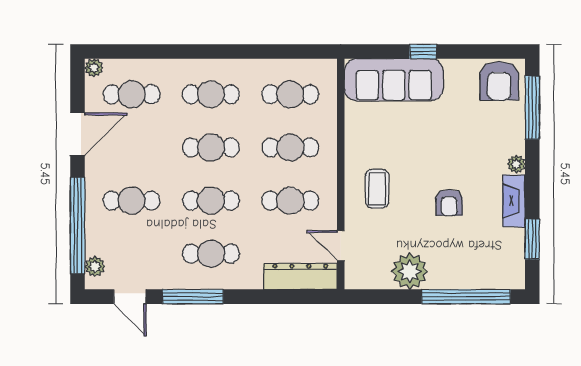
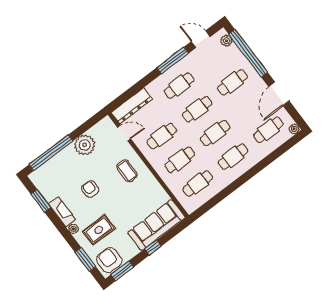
window: (492, 51) -> (122, 271), added
window: (532, 108) -> (85, 259), width x0.69
rug: (481, 135) -> (99, 230), added

